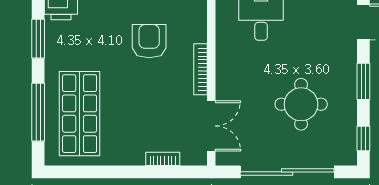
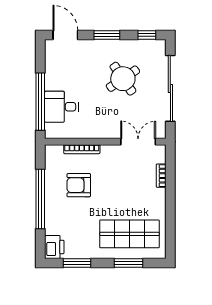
bookcase: (201, 69) -> (82, 149), moved
round table: (301, 104) -> (123, 79), turned -34
window: (38, 112) -> (128, 263), width x0.69

